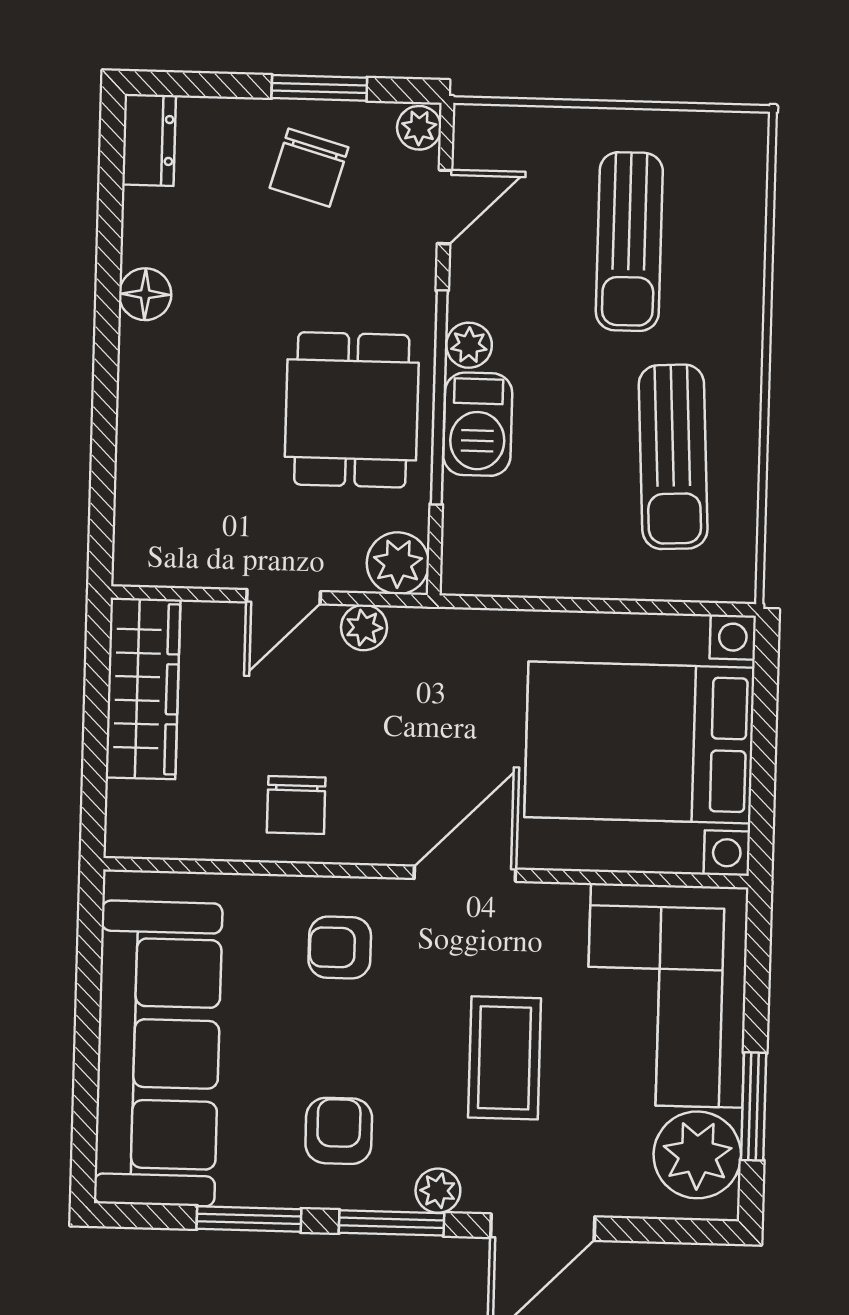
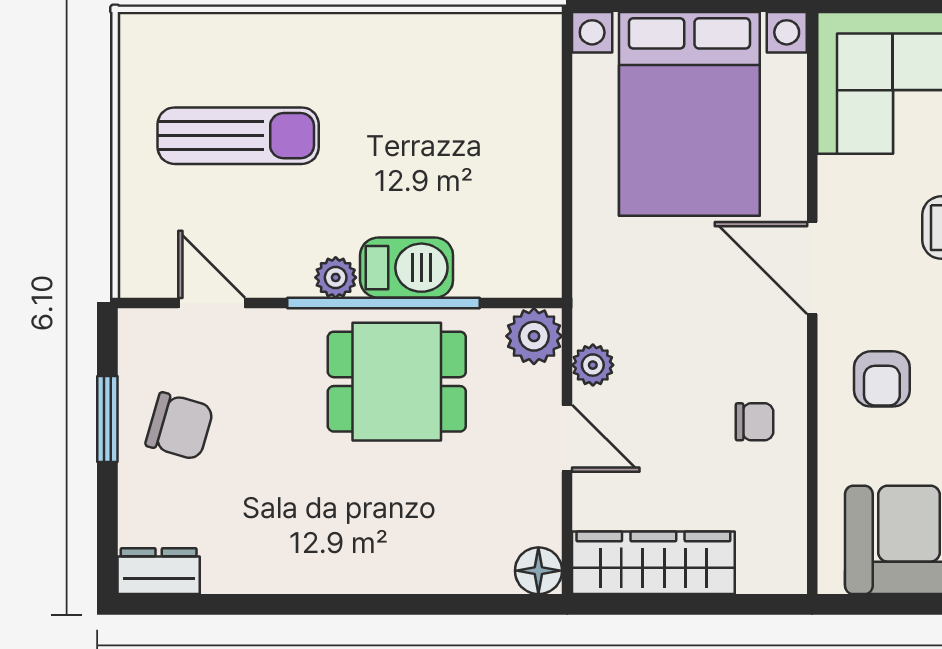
plant: (419, 128) -> (141, 328), removed
floor lamp: (145, 294) -> (538, 571), moved
sun lounger: (673, 457) -> (431, 91), removed
chair: (296, 805) -> (755, 422), width x0.73, depth x0.73

